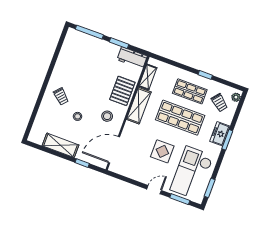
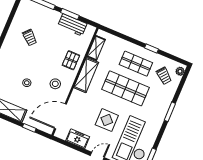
workbench: (132, 58) -> (72, 25), moved
pallet: (122, 91) -> (71, 60), width x0.67, depth x0.71
trolley: (61, 96) -> (30, 37), moved
freezer: (220, 134) -> (78, 139), moved, turned 90

